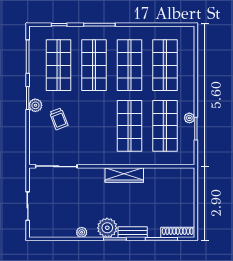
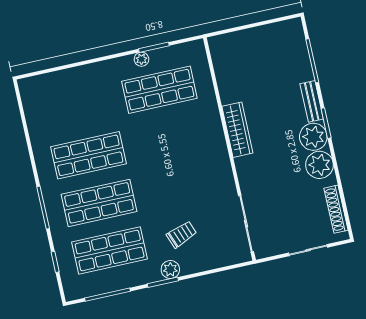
shop shelf: (165, 65) -> (78, 108), removed
shop shelf: (129, 126) -> (170, 137), removed
plant: (82, 232) -> (319, 165), width x1.87, depth x1.87
shoe rack: (178, 232) -> (336, 209), moved

